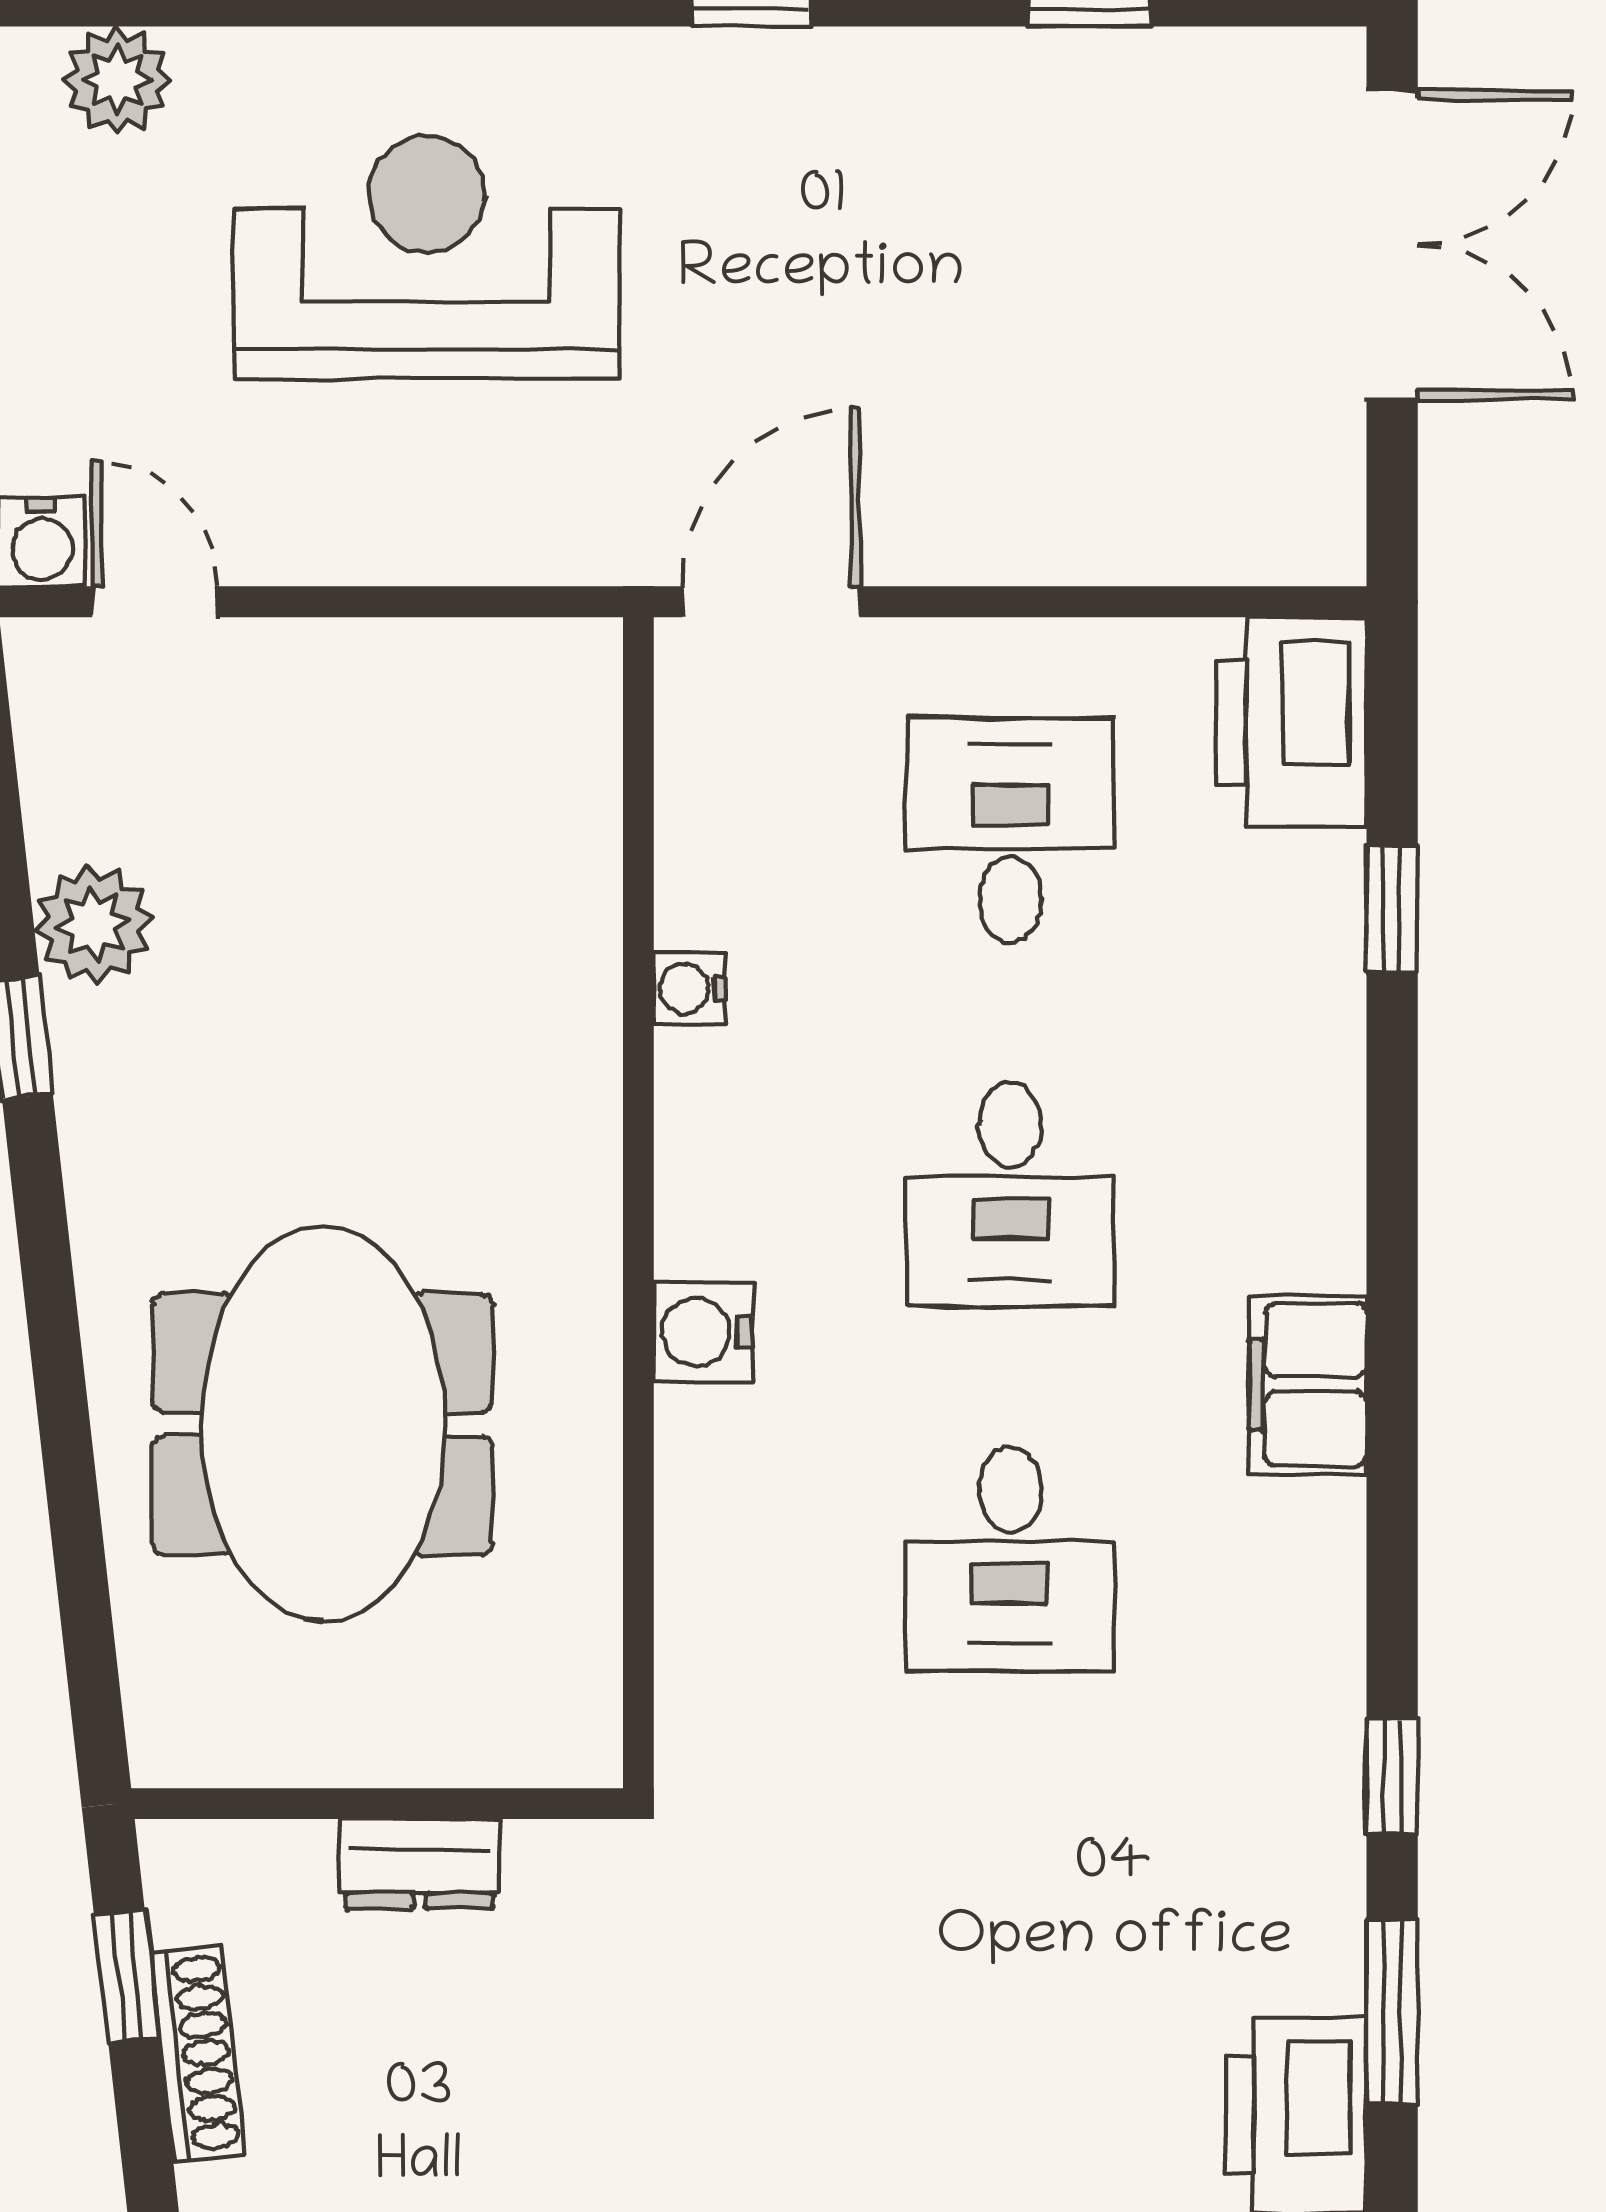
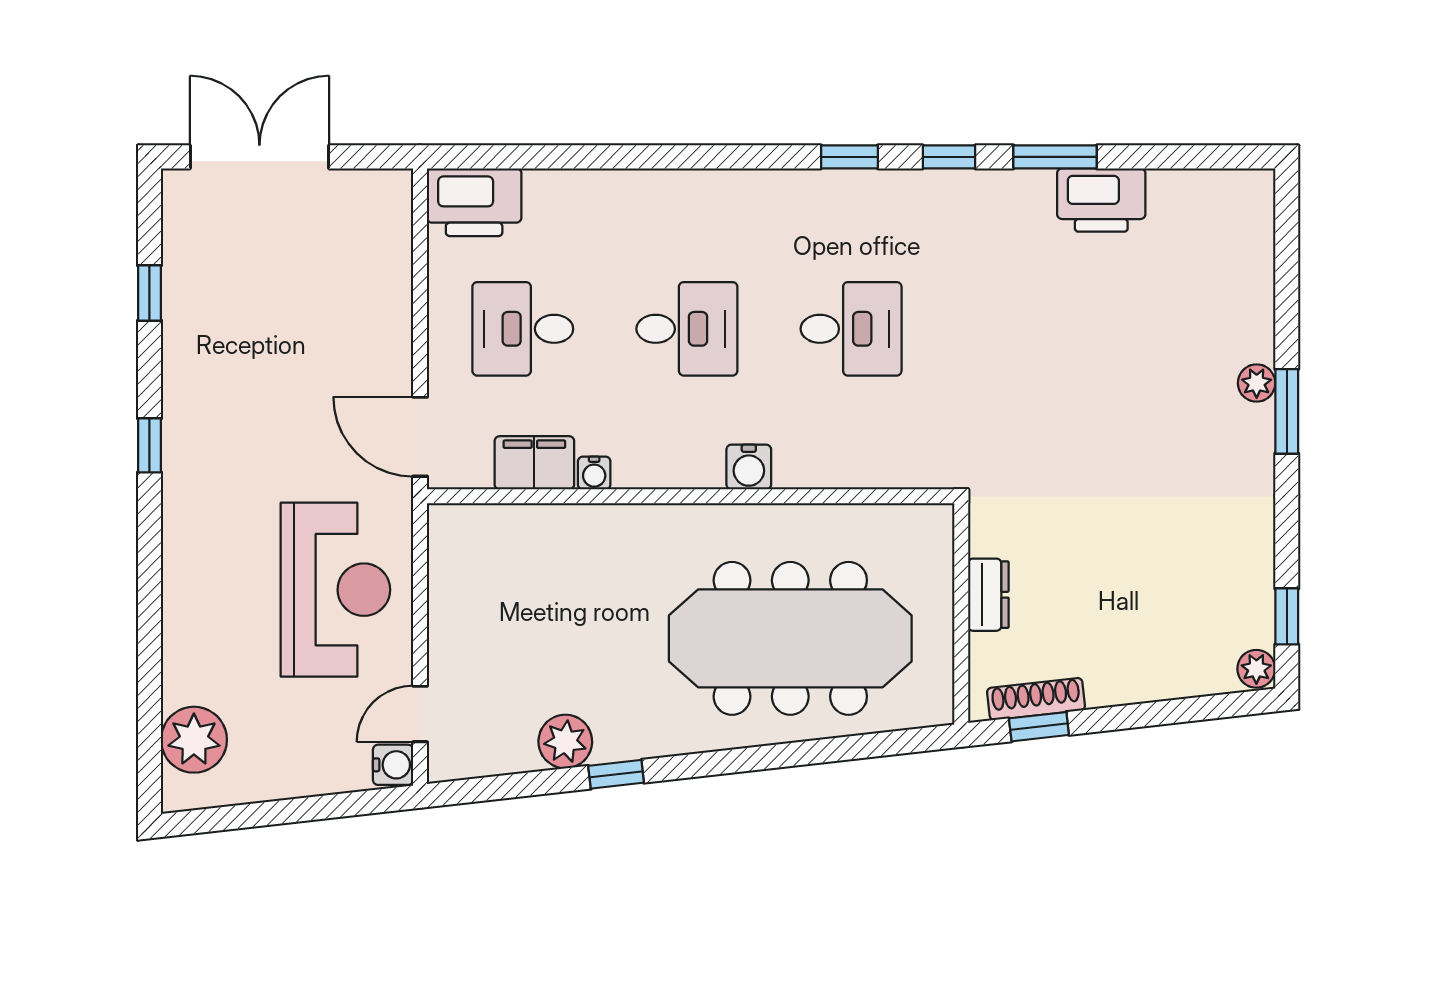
plant: (117, 80) -> (194, 740), width x1.36, depth x1.36
reception desk: (427, 257) -> (335, 590), moved, turned 180
window: (1392, 909) -> (849, 157), moved
filing cabinet: (1308, 1384) -> (534, 463), moved, turned 180
meeting table: (323, 1424) -> (790, 638), width x1.36
shoe rack: (197, 2054) -> (1036, 699), moved

